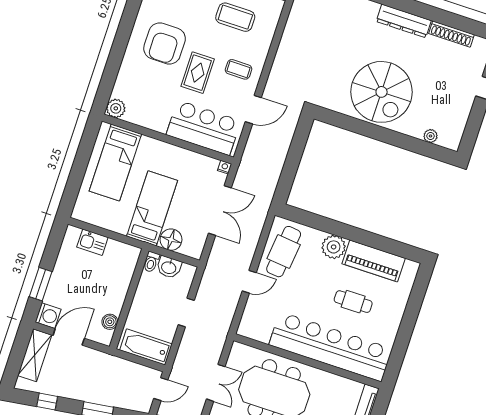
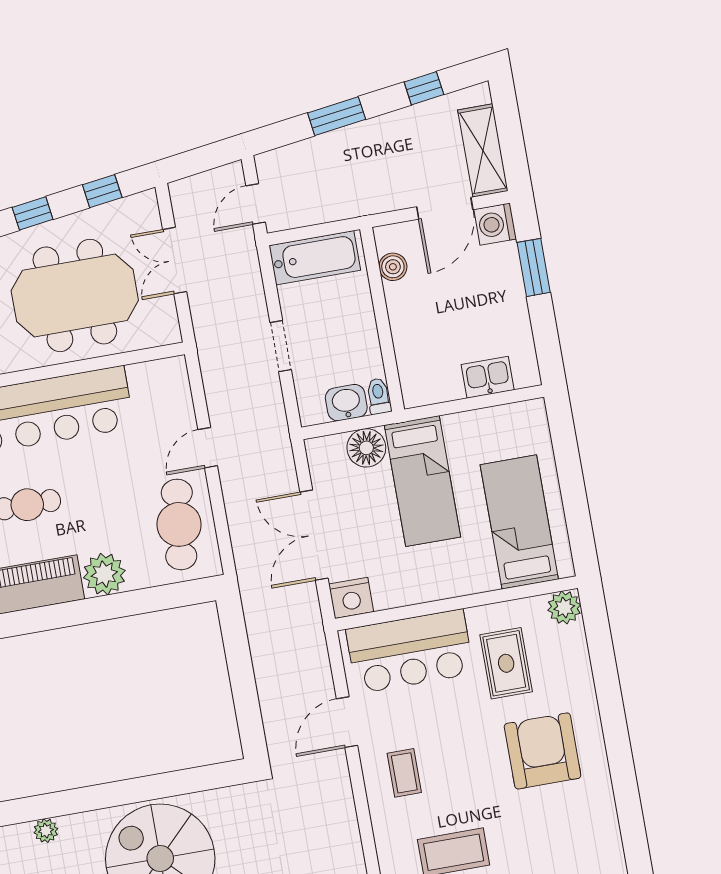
coffee table: (239, 69) -> (404, 773), turned 90
rug: (198, 73) -> (506, 663), moved
nightstand: (225, 167) -> (351, 598), width x1.89, depth x1.79

